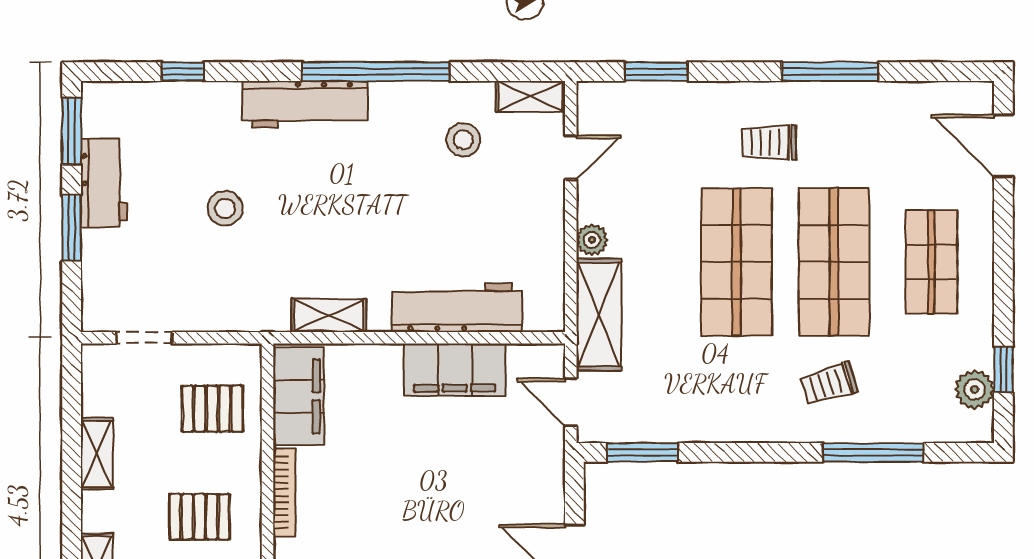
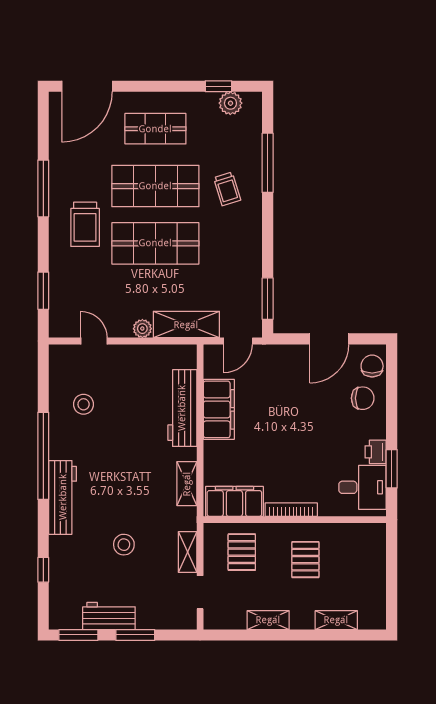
shelving: (531, 96) -> (188, 552), moved
trolley: (769, 143) -> (85, 224), width x1.36, depth x1.39
door: (1003, 146) -> (87, 86), width x1.36

